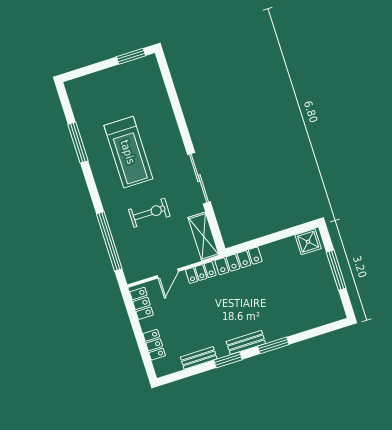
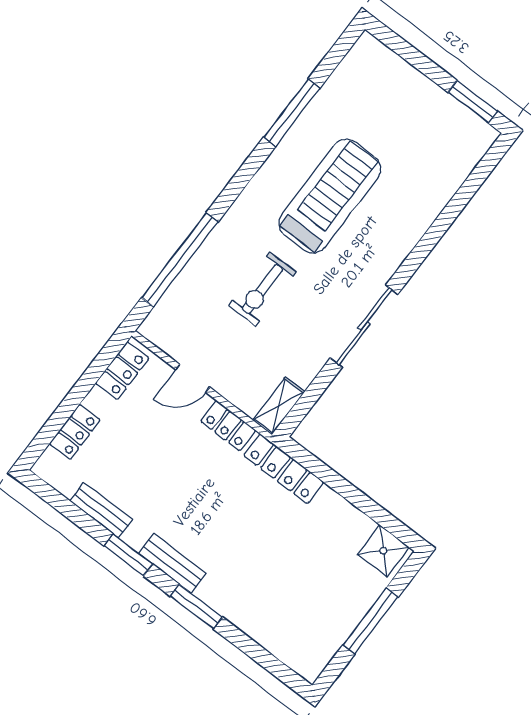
treadmill: (128, 152) -> (330, 196), turned 180
exercise bike: (149, 213) -> (262, 289), turned 90
shelving: (204, 236) -> (279, 406), width x0.67, depth x0.75

